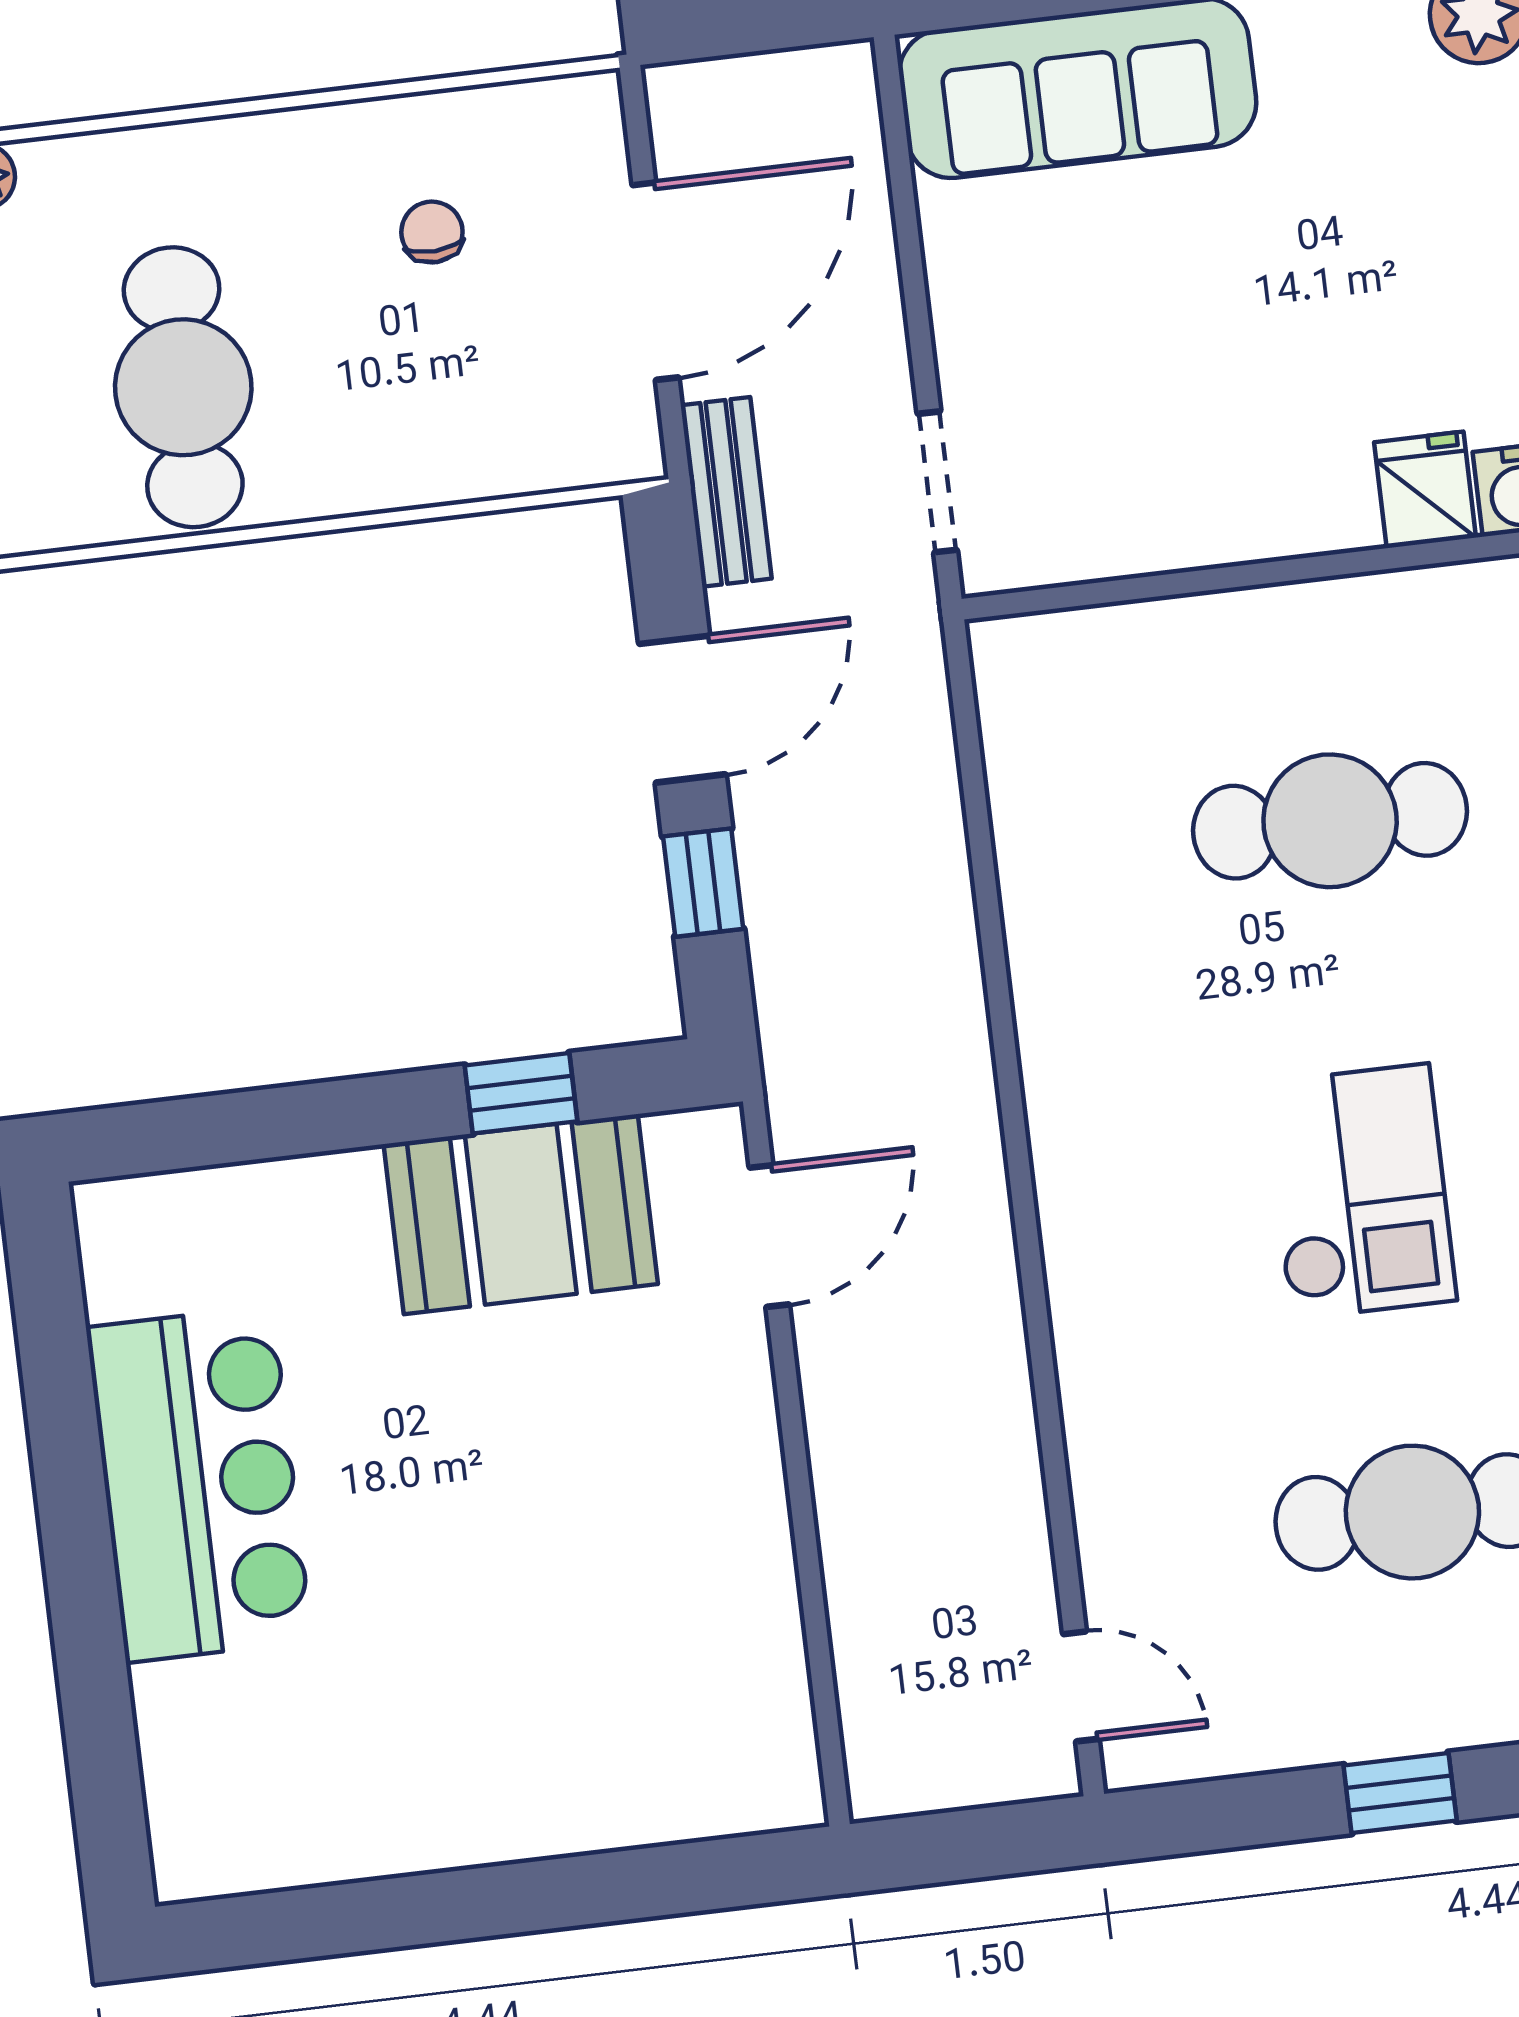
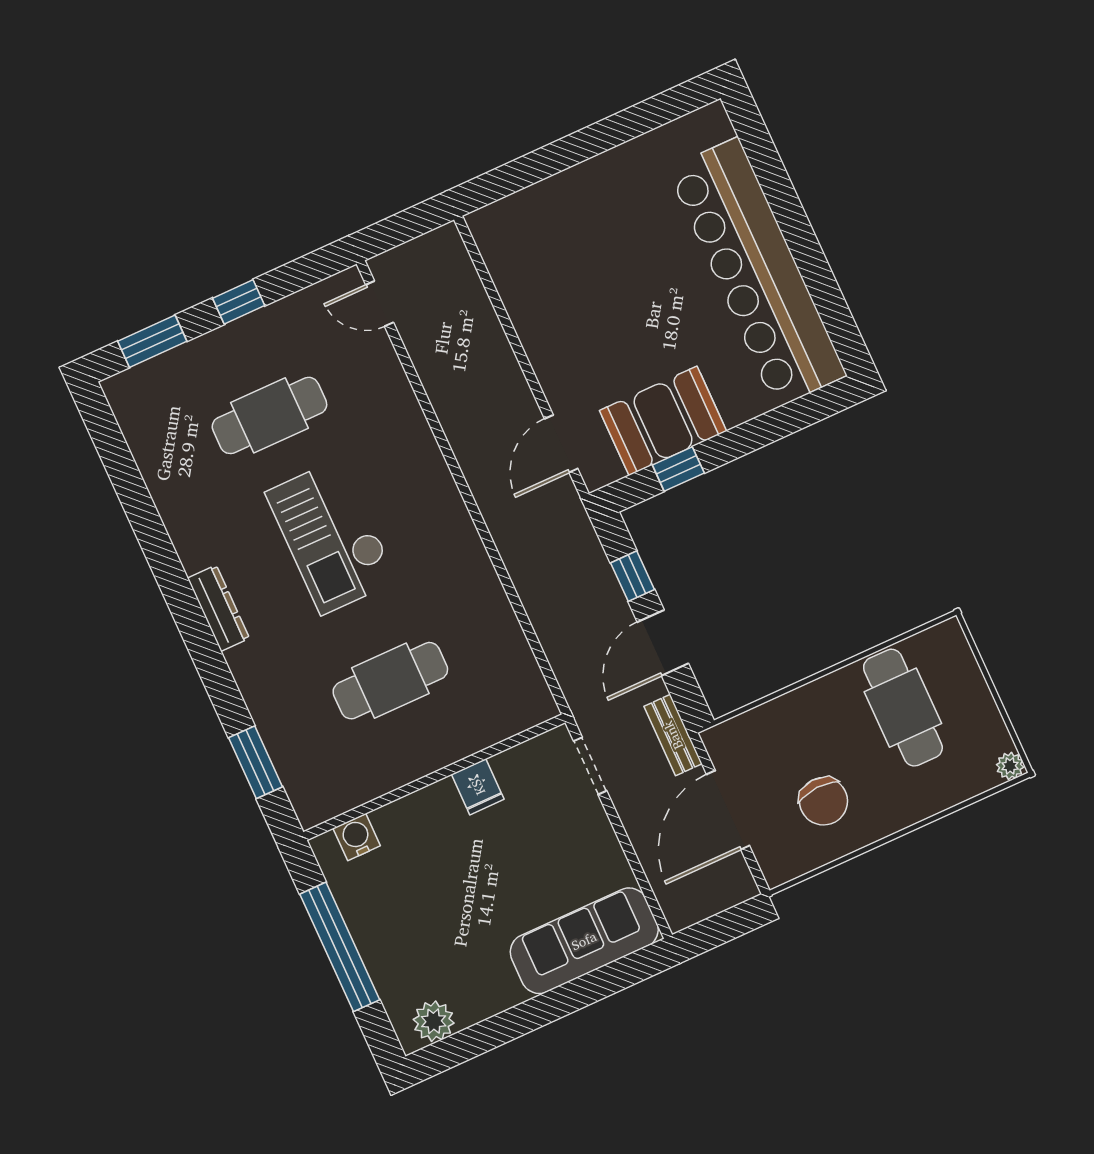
chair: (432, 232) -> (823, 801), width x1.87, depth x1.87
fridge: (1425, 490) -> (478, 787), moved
checkout: (1360, 1192) -> (331, 537), width x1.36, depth x1.21
bar counter: (199, 1484) -> (757, 272), width x1.86

